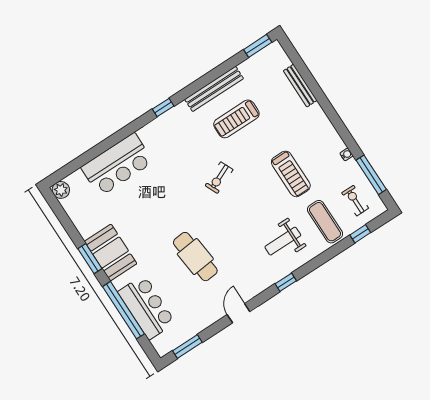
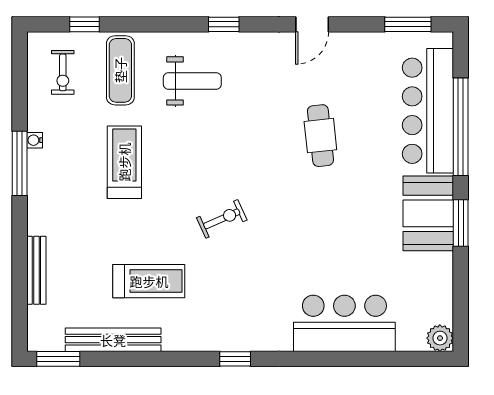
bench: (214, 89) -> (113, 340), moved
window: (371, 175) -> (20, 163), moved
cafe table: (195, 257) -> (320, 136), width x0.73, depth x0.74
bar counter: (147, 307) -> (428, 111), width x1.36

